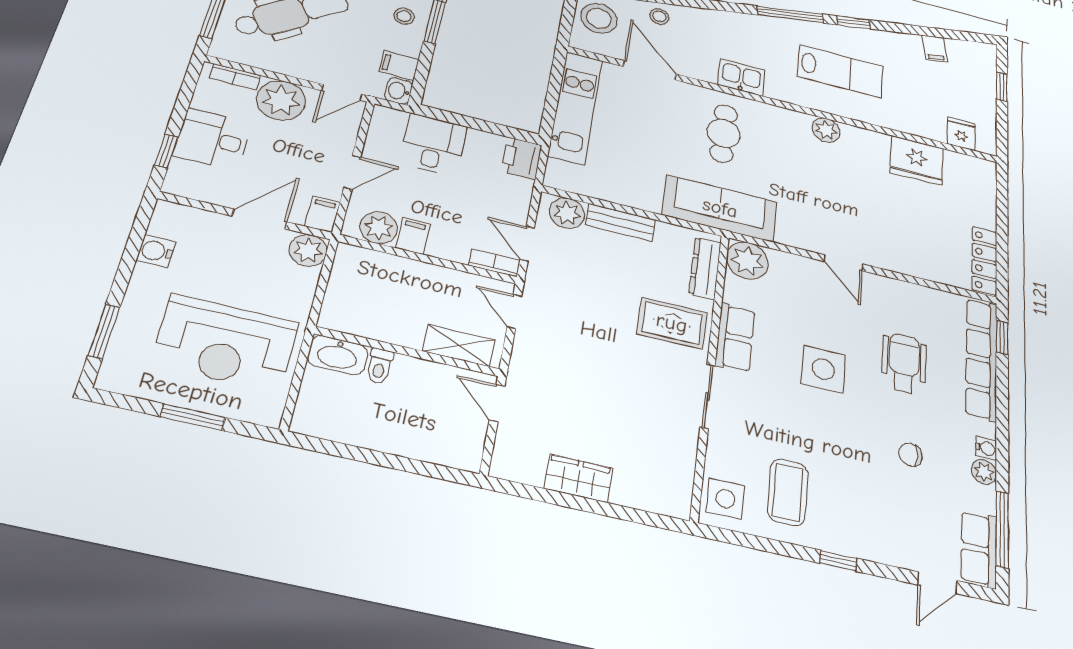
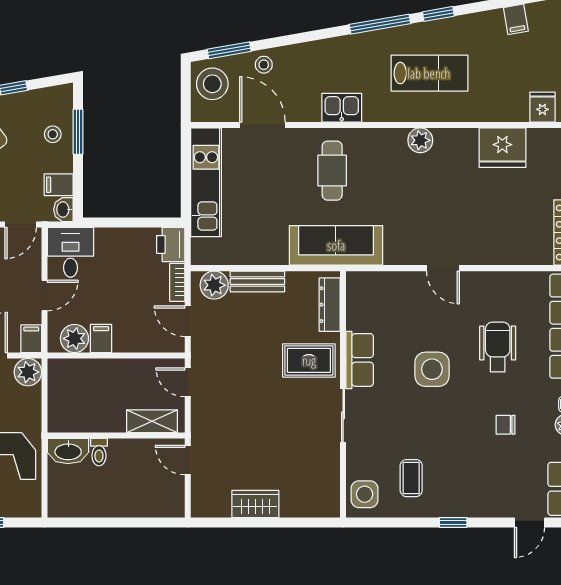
desk: (433, 145) -> (71, 252), moved
plant: (747, 261) -> (363, 288), removed
bookcase: (494, 263) -> (177, 282), moved, turned -90
coffee table: (788, 492) -> (411, 478), width x0.73, depth x0.77

